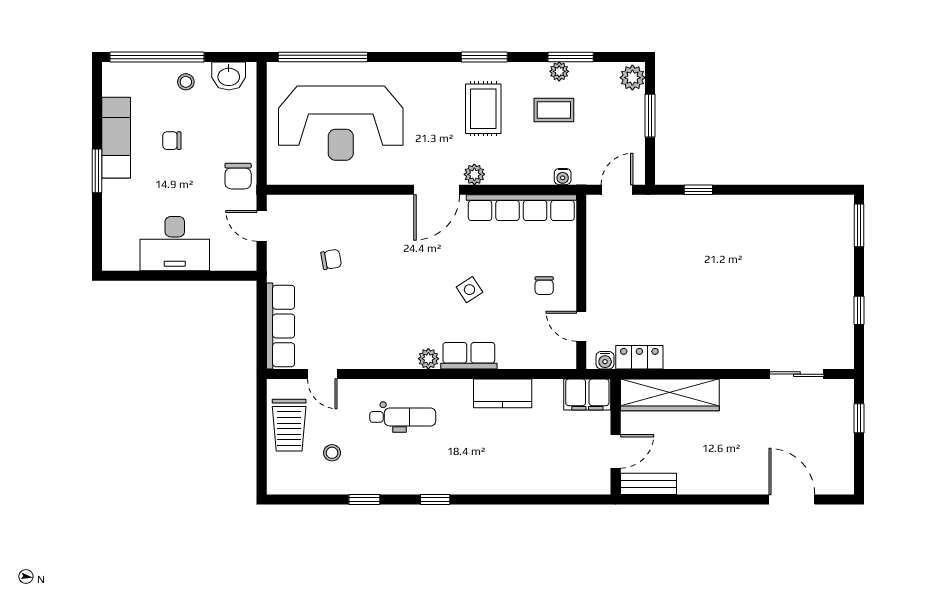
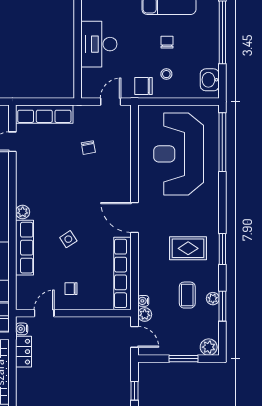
stool: (186, 82) -> (166, 74), moved
plant: (474, 174) -> (145, 315), moved
row of seats: (469, 356) -> (25, 248), width x1.48

